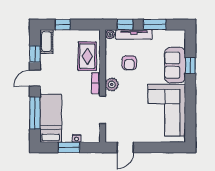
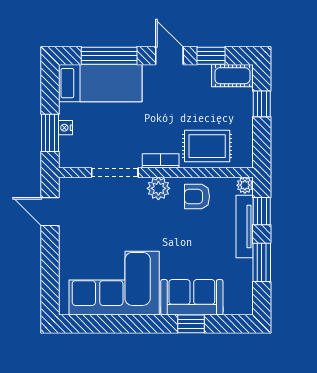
armchair: (129, 63) -> (197, 197), moved
window: (69, 147) -> (50, 133), moved

